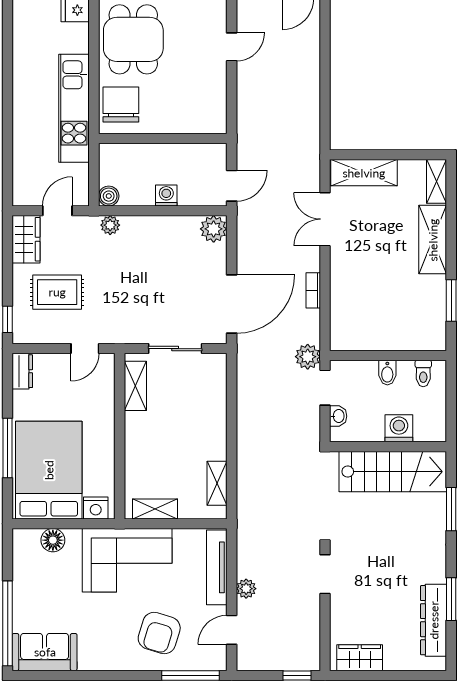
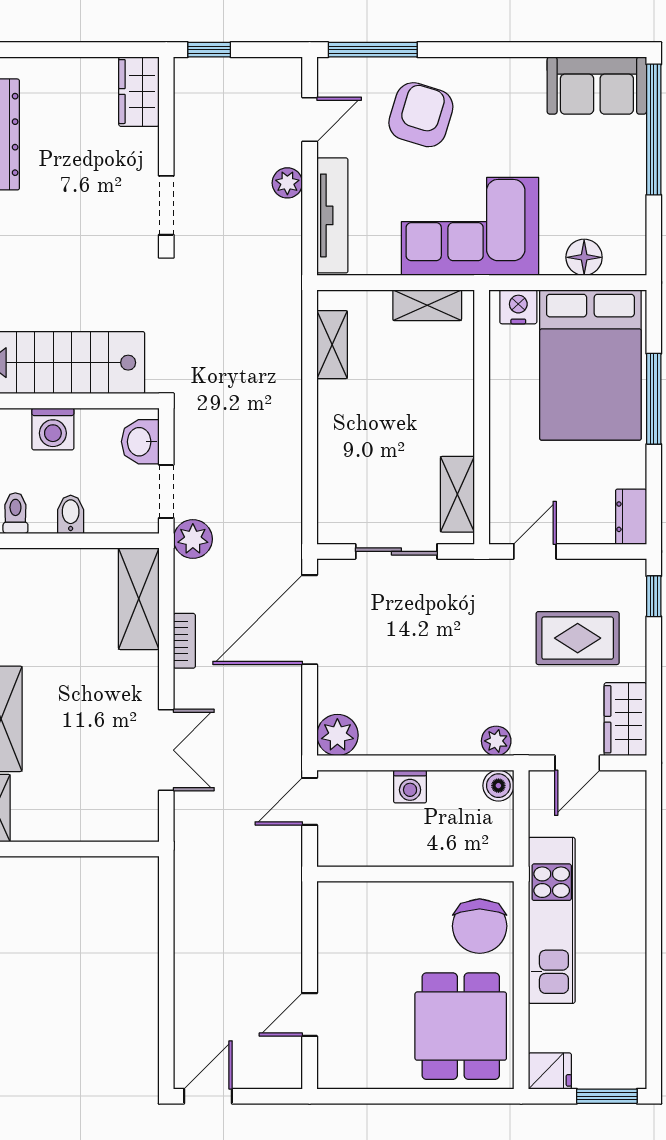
shelving: (364, 173) -> (139, 599), moved, turned 90
washbasin: (338, 416) -> (140, 442), width x1.38, depth x1.45
wardrobe: (360, 658) -> (139, 92), moved, turned 90

